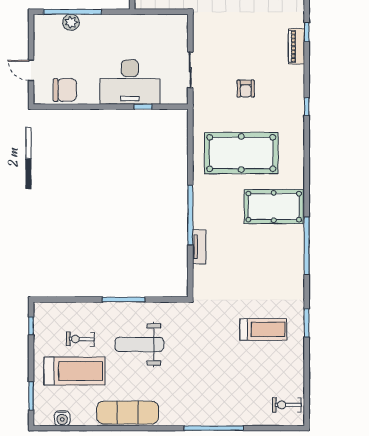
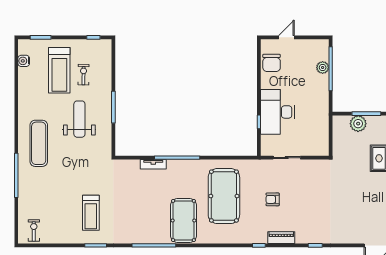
piano: (296, 46) -> (281, 238), moved
exercise mat: (128, 413) -> (39, 143), moved

